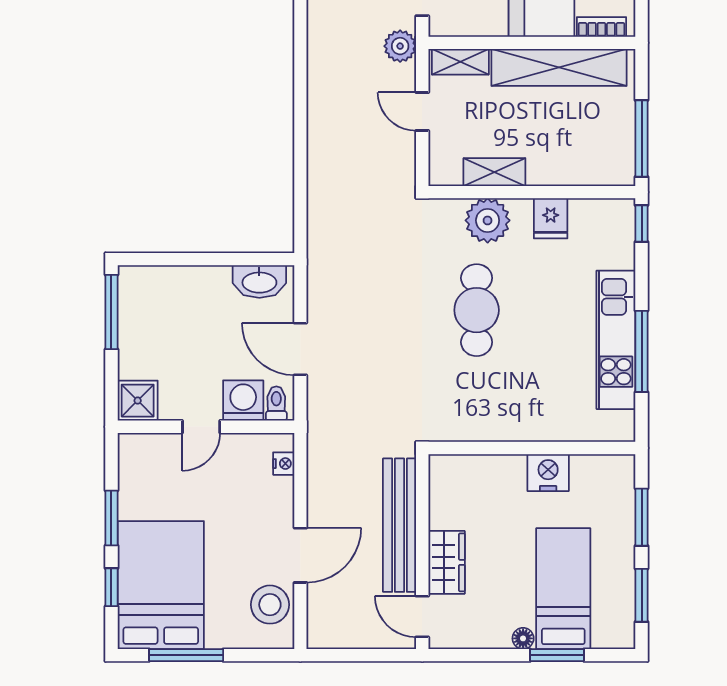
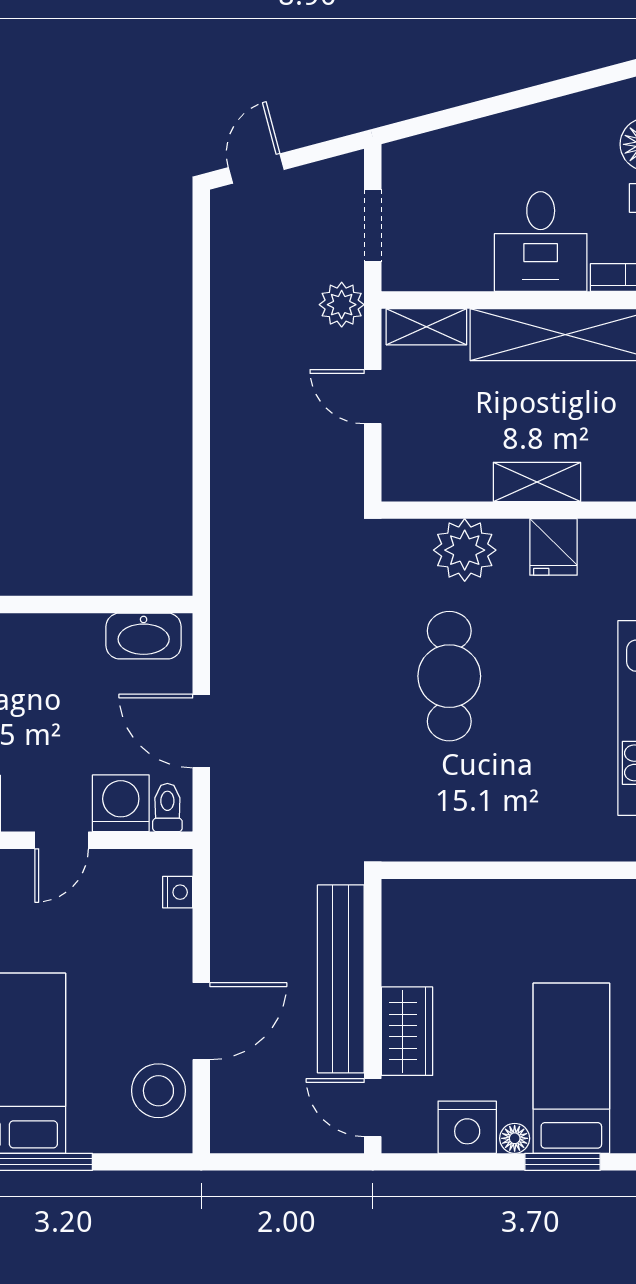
shelving: (494, 172) -> (537, 482), moved
nightstand: (548, 473) -> (467, 1127), moved, turned 180

